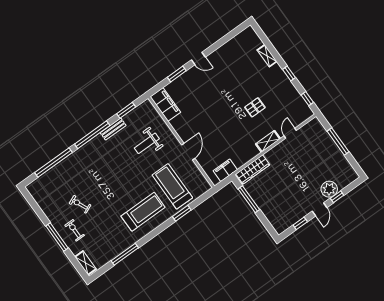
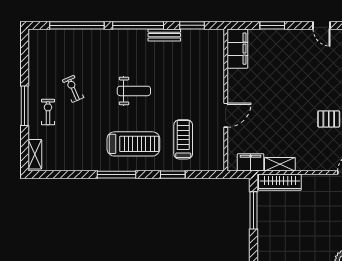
door: (198, 59) -> (322, 25), moved
shelving: (268, 141) -> (280, 164), moved
weight bench: (147, 143) -> (134, 91), moved, turned 180
treadmill: (172, 186) -> (183, 139), width x0.73, depth x0.73
window: (125, 254) -> (116, 175), moved

